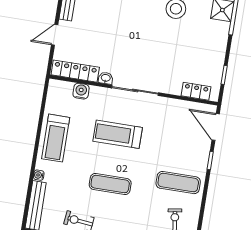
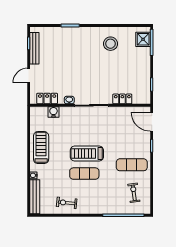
locker: (75, 71) -> (47, 99), width x0.66
locker: (196, 91) -> (122, 99), moved
treadmill: (118, 134) -> (87, 154), moved
treadmill: (56, 138) -> (41, 148), turned 180

